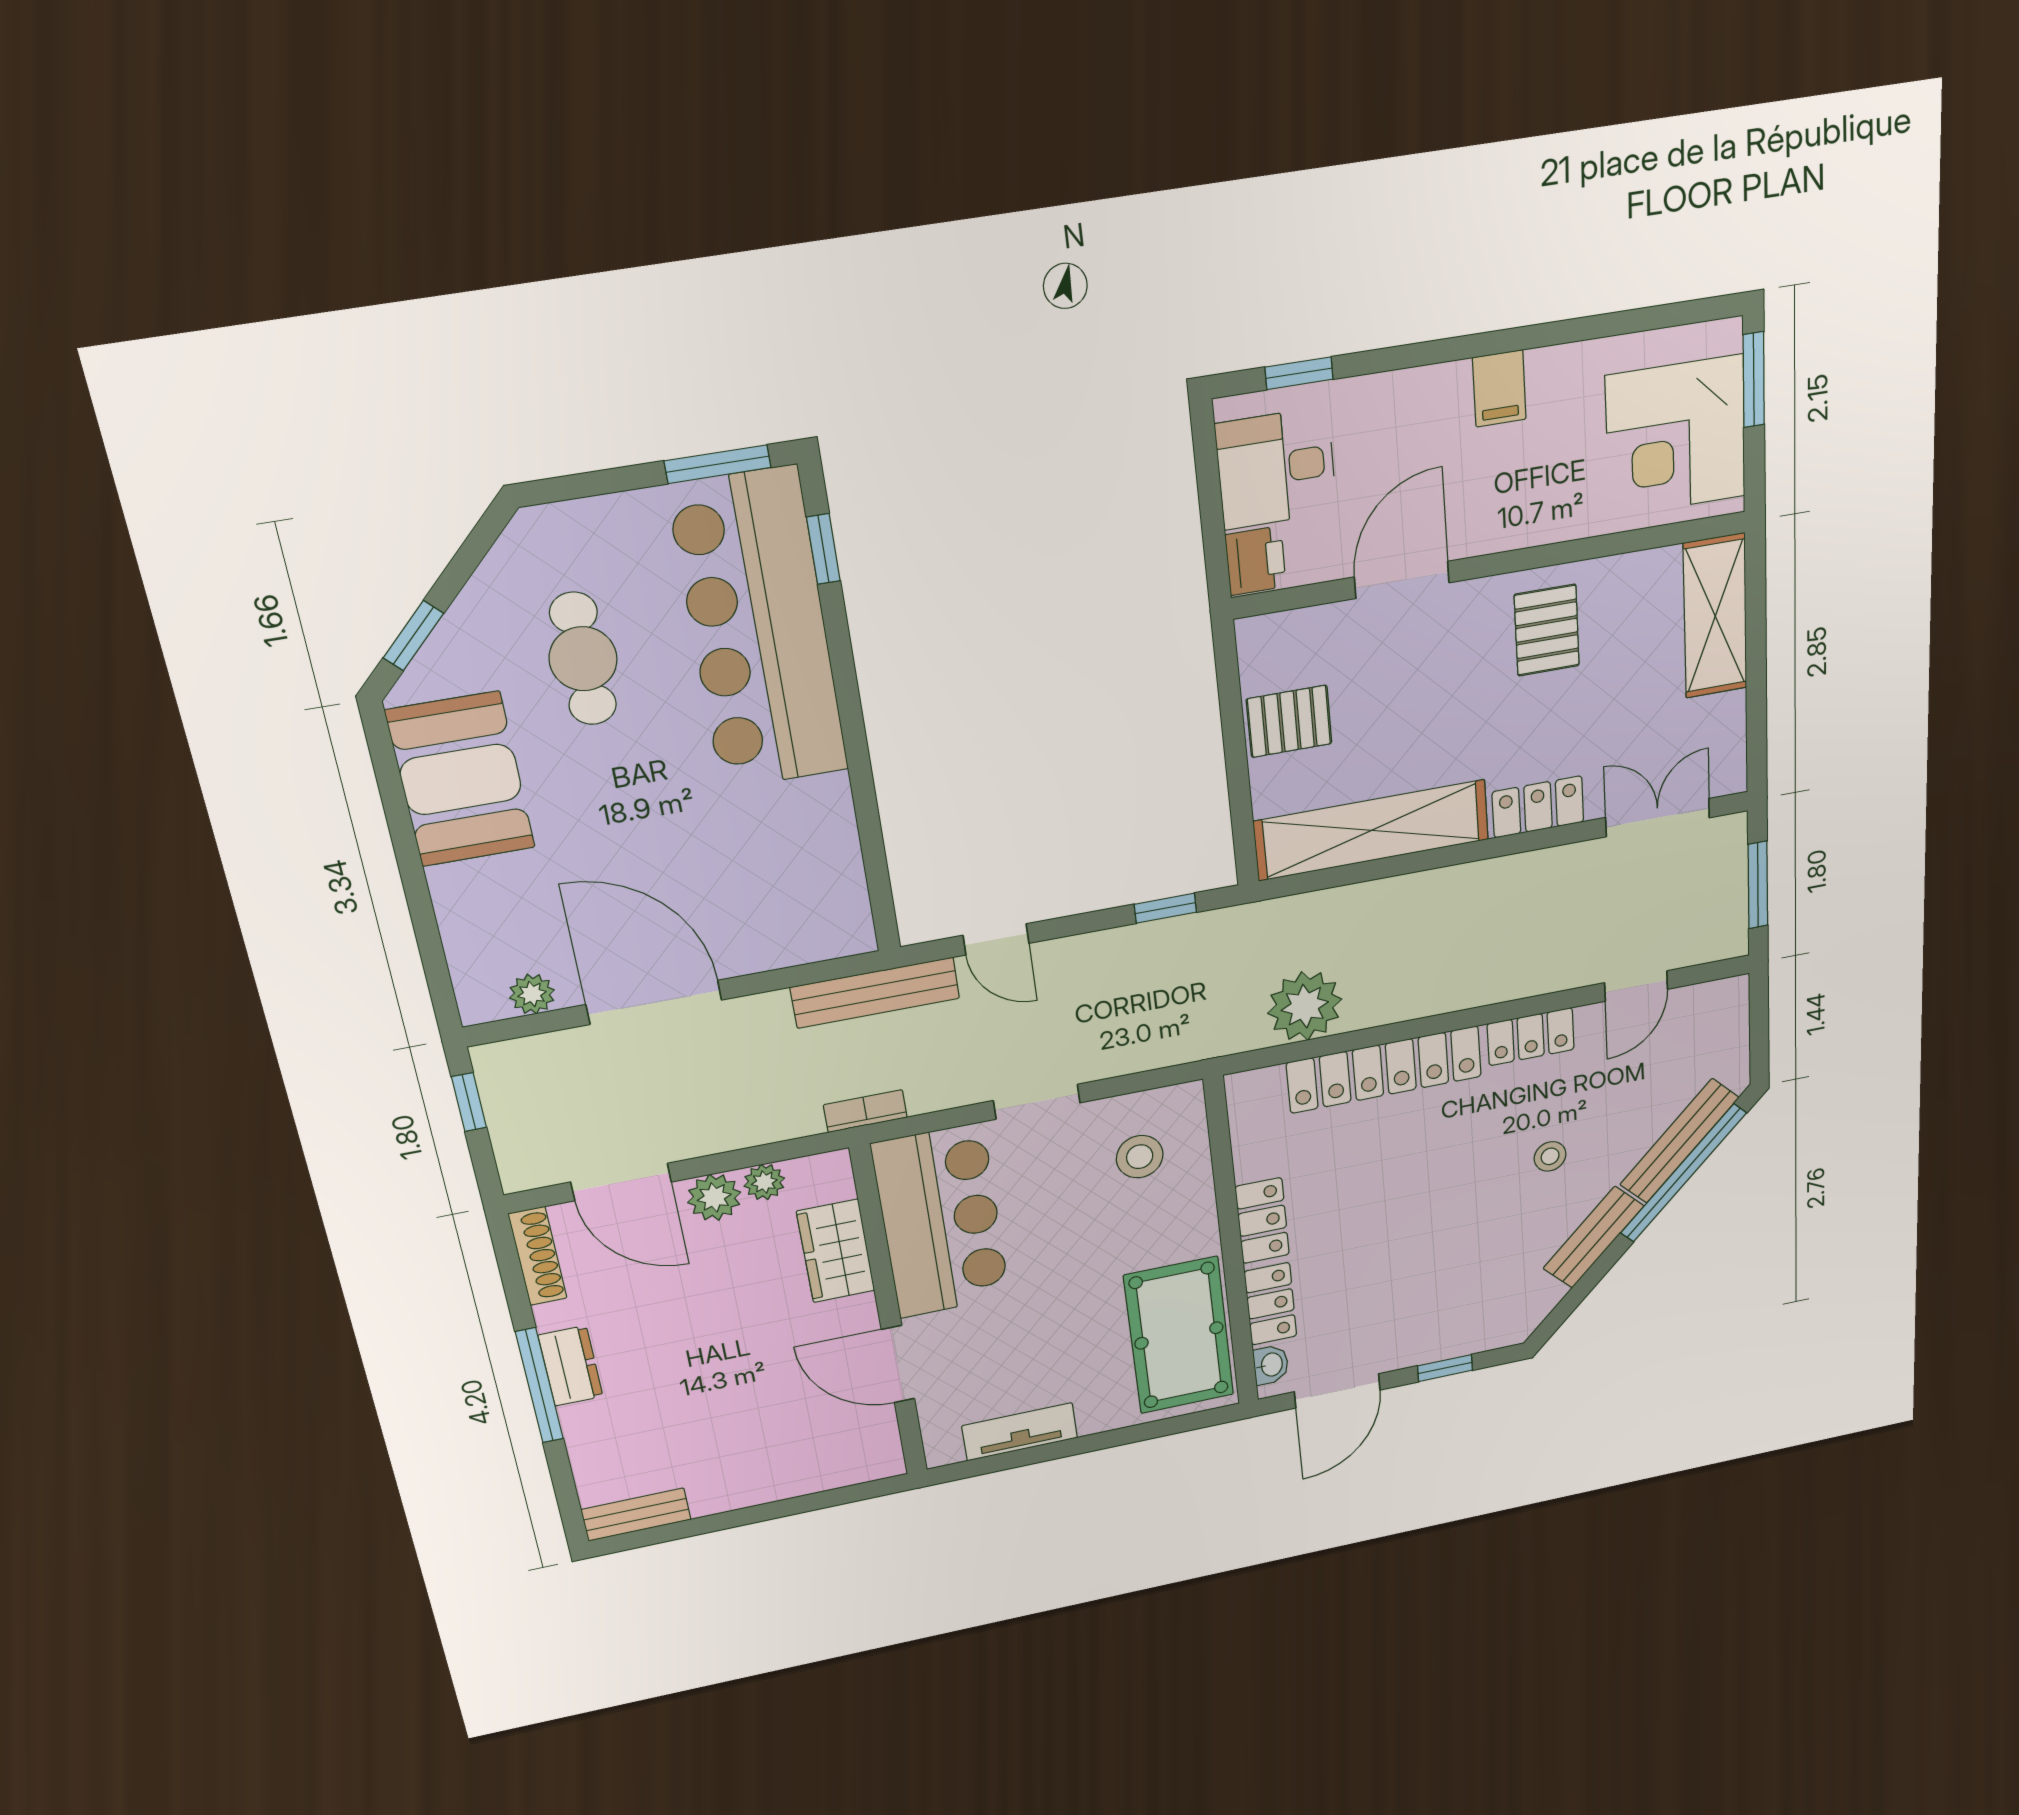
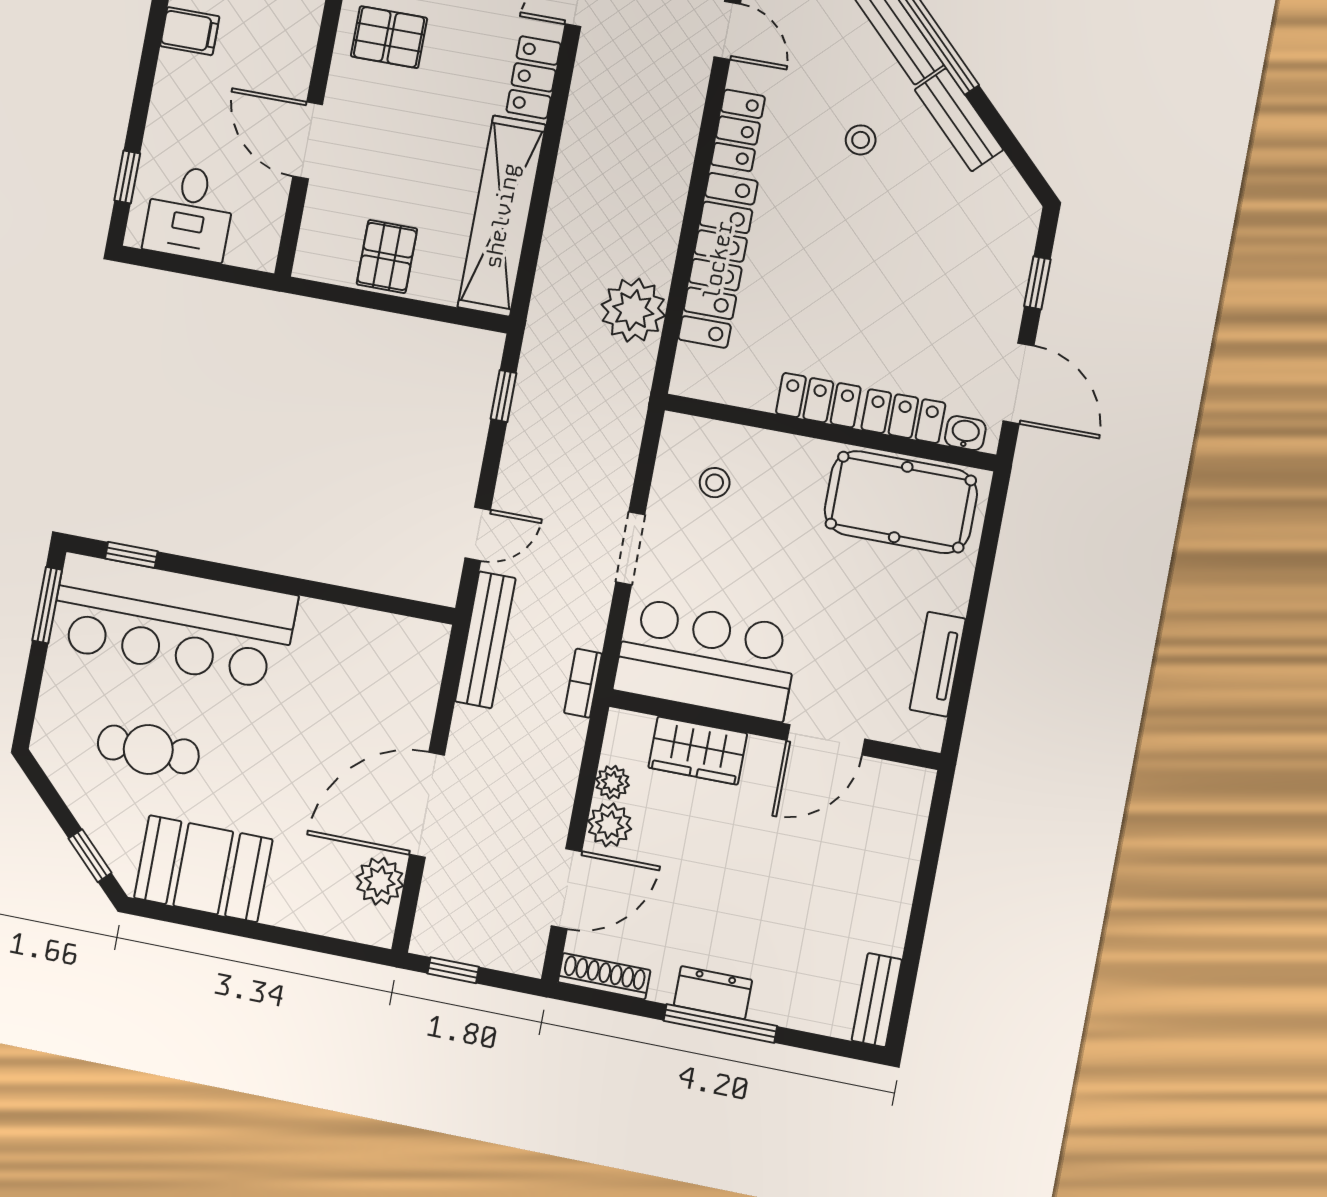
printer: (1256, 561) -> (253, 247), removed
plant: (532, 994) -> (380, 881), width x1.38, depth x1.38
stool: (1140, 1157) -> (715, 483), width x0.73, depth x0.73

